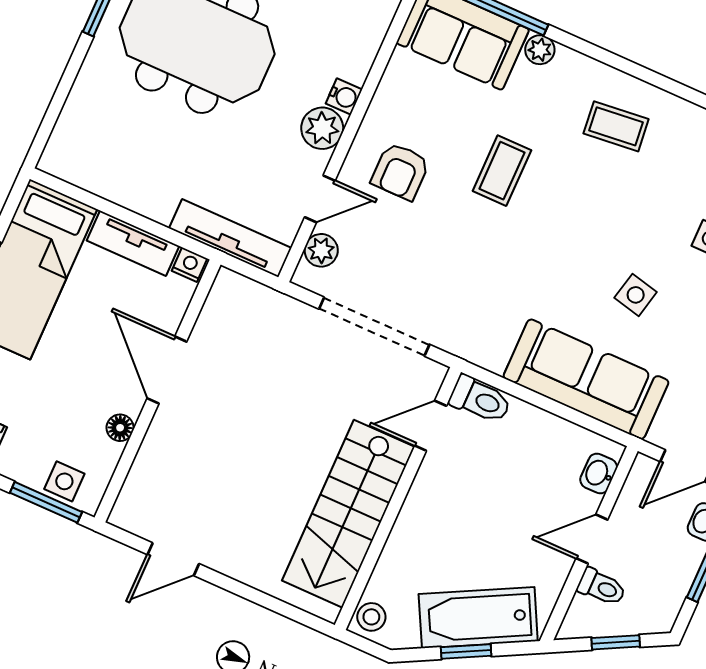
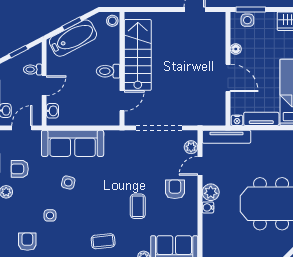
toilet: (480, 400) -> (108, 71), moved

